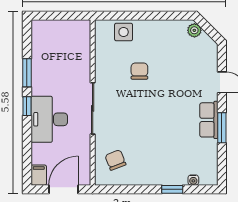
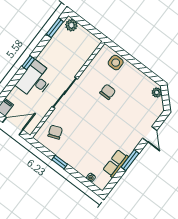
plant: (43, 28) -> (71, 25), added
window: (27, 73) -> (55, 28), moved
row of seats: (209, 120) -> (116, 163), moved
window: (172, 189) -> (60, 162), moved

